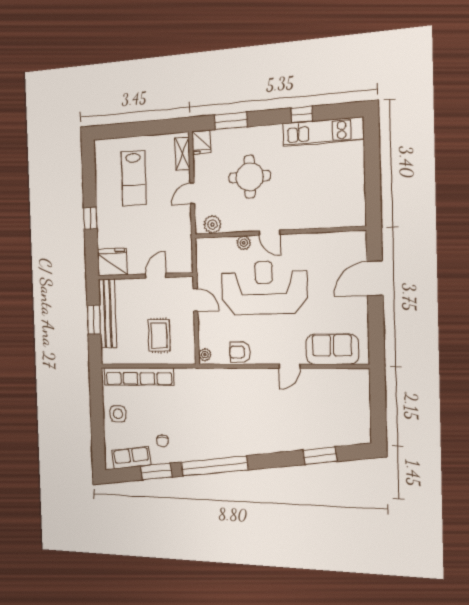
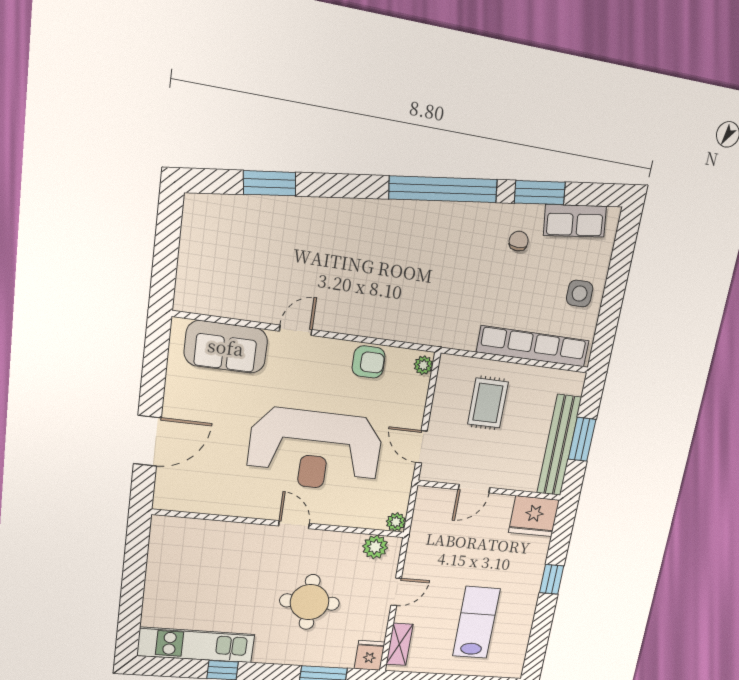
plant: (244, 243) -> (396, 522), moved

